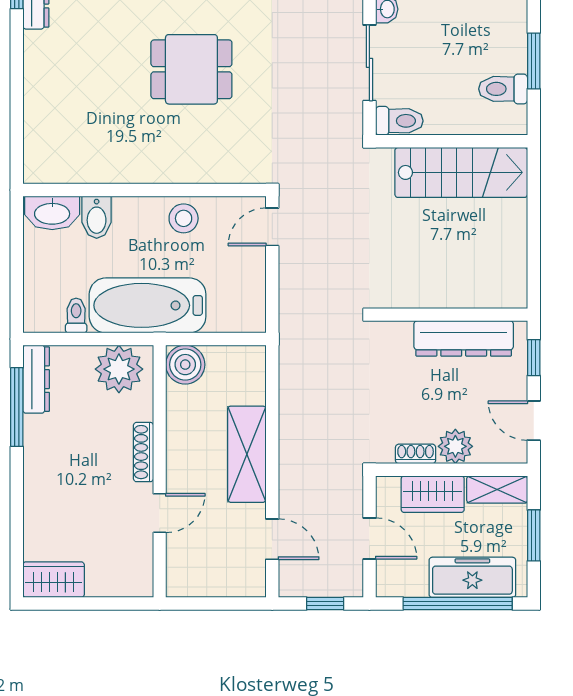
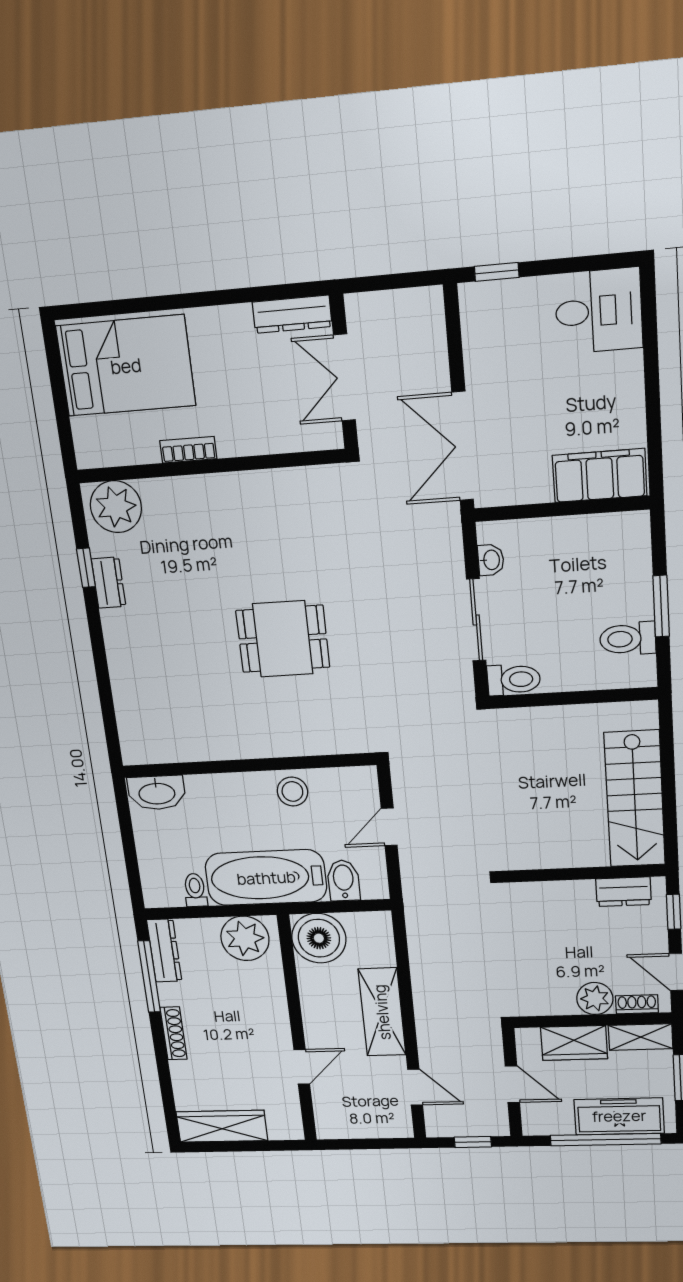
stairs: (461, 172) -> (635, 799), moved, turned 90
bidet: (97, 217) -> (343, 880), moved, turned 180
door: (272, 227) -> (389, 827), moved
dresser: (464, 338) -> (624, 892), width x0.51, depth x0.80
boiler: (185, 365) -> (319, 938), width x1.37, depth x1.37
shoe rack: (143, 452) -> (174, 1033), moved, turned 180
shoe rack: (416, 454) -> (637, 1004), moved
wardrobe: (54, 580) -> (222, 1126), width x1.50

